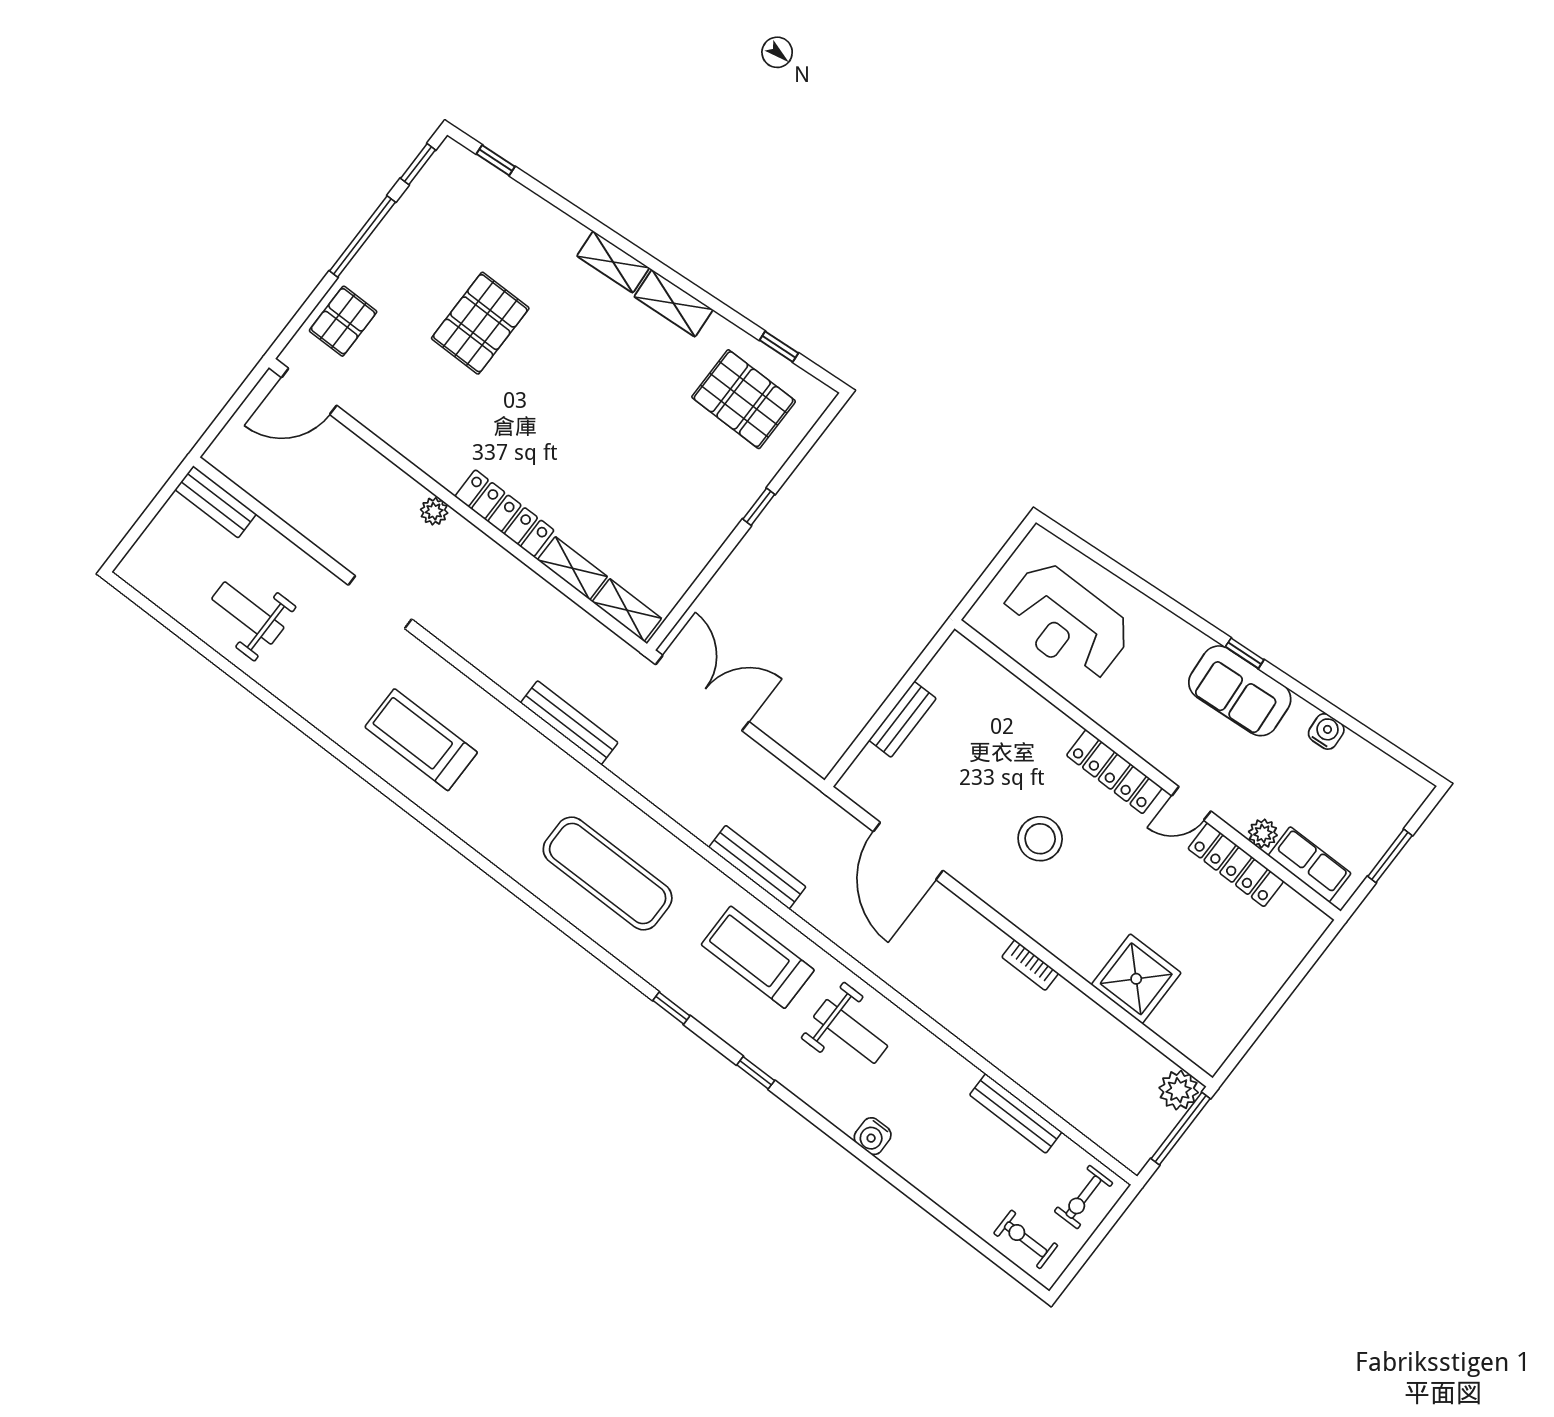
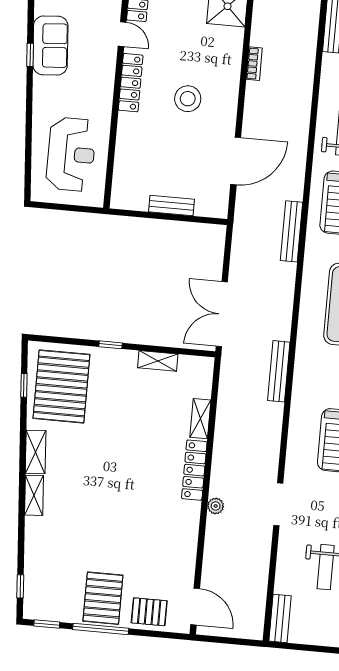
pallet: (480, 323) -> (103, 598), moved, turned 90
pallet: (744, 399) -> (61, 386), width x1.37, depth x1.41
shelving: (627, 610) -> (158, 361), moved, turned 90

